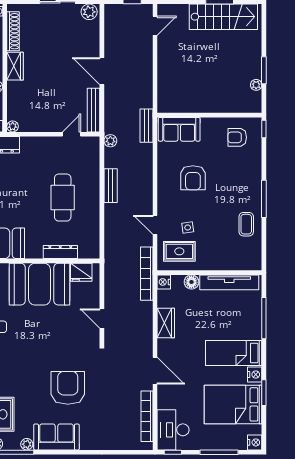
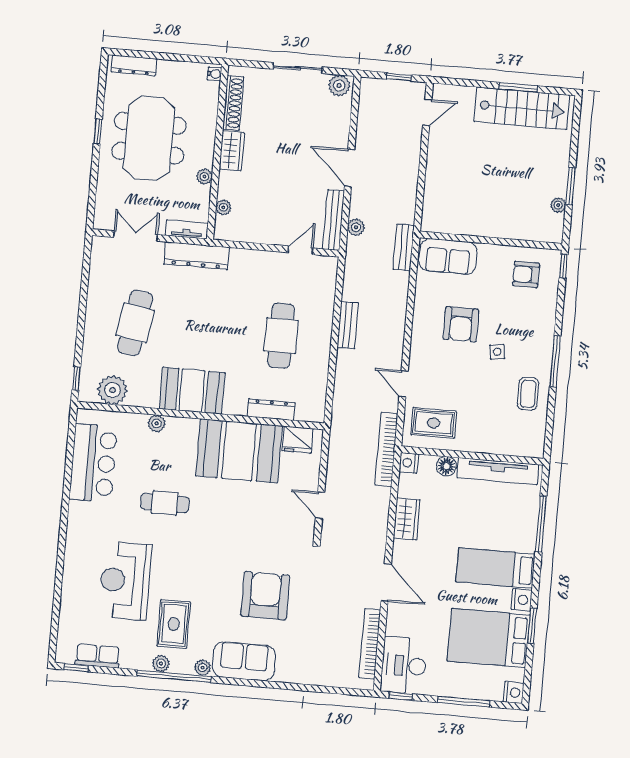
plant: (13, 126) -> (223, 207), moved
plant: (110, 141) -> (356, 227), moved
side table: (188, 228) -> (497, 352), moved

